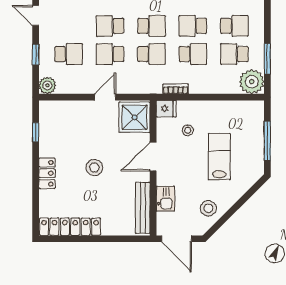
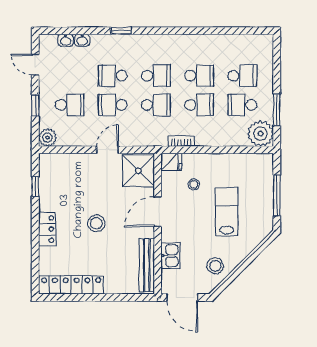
school desk: (193, 26) -> (199, 76), turned 180

